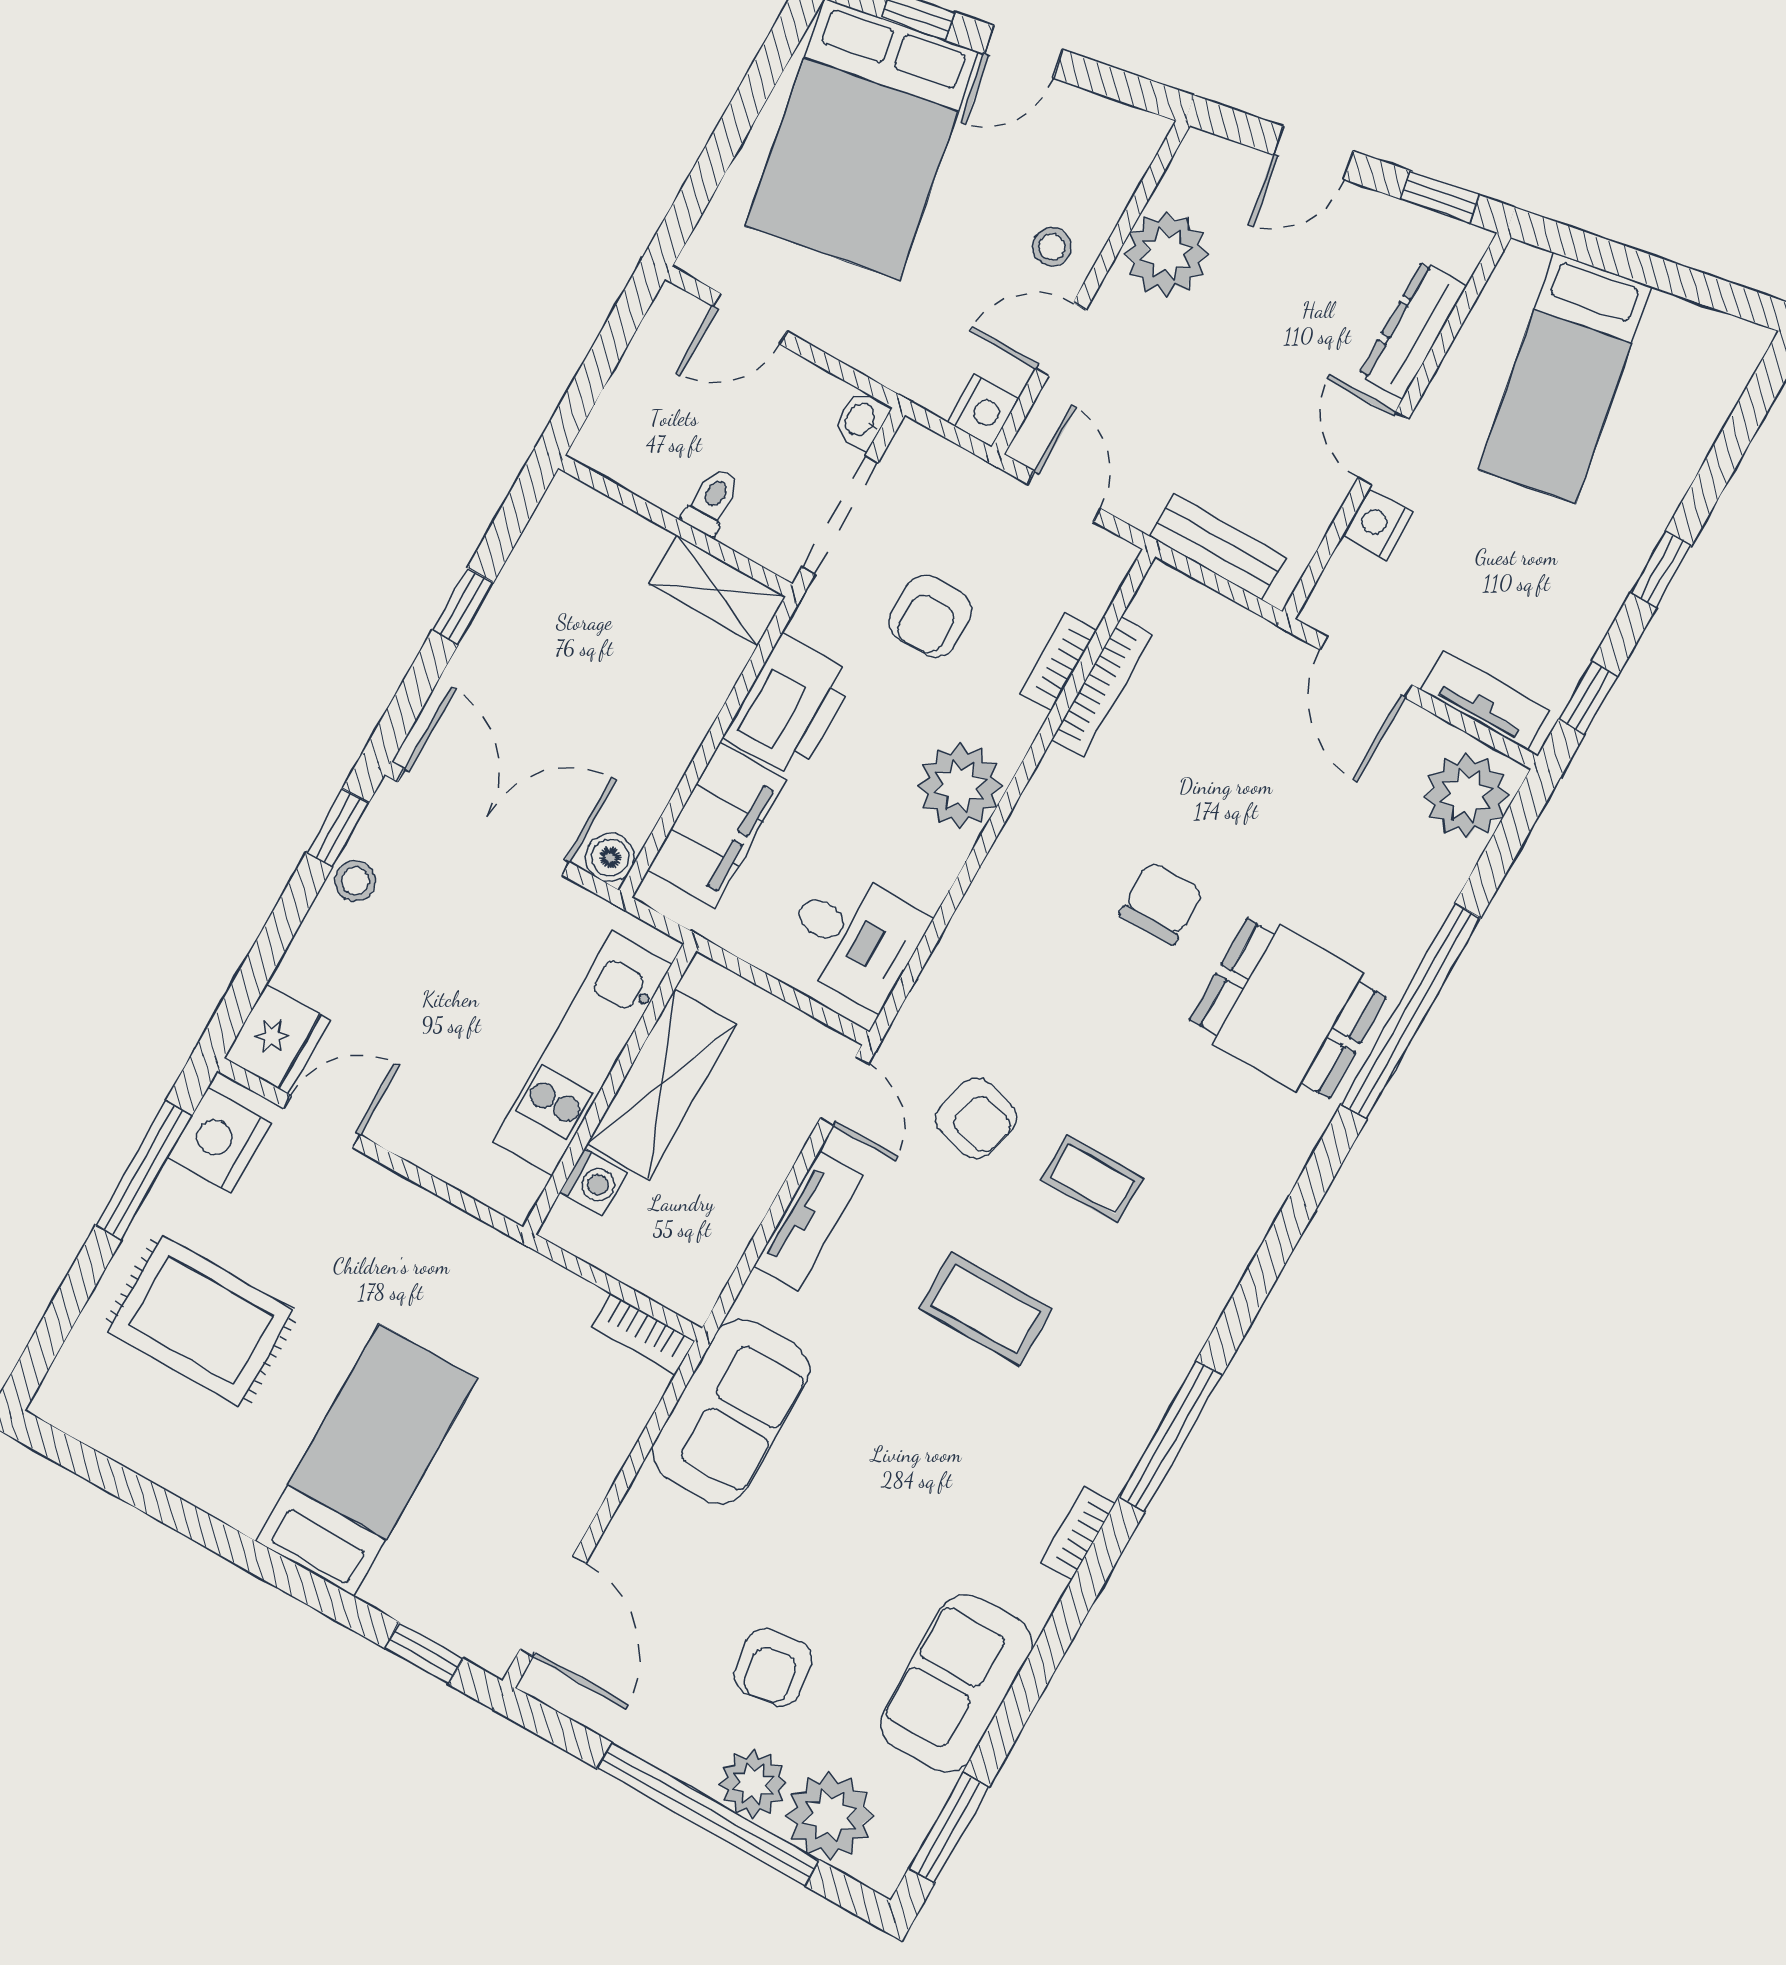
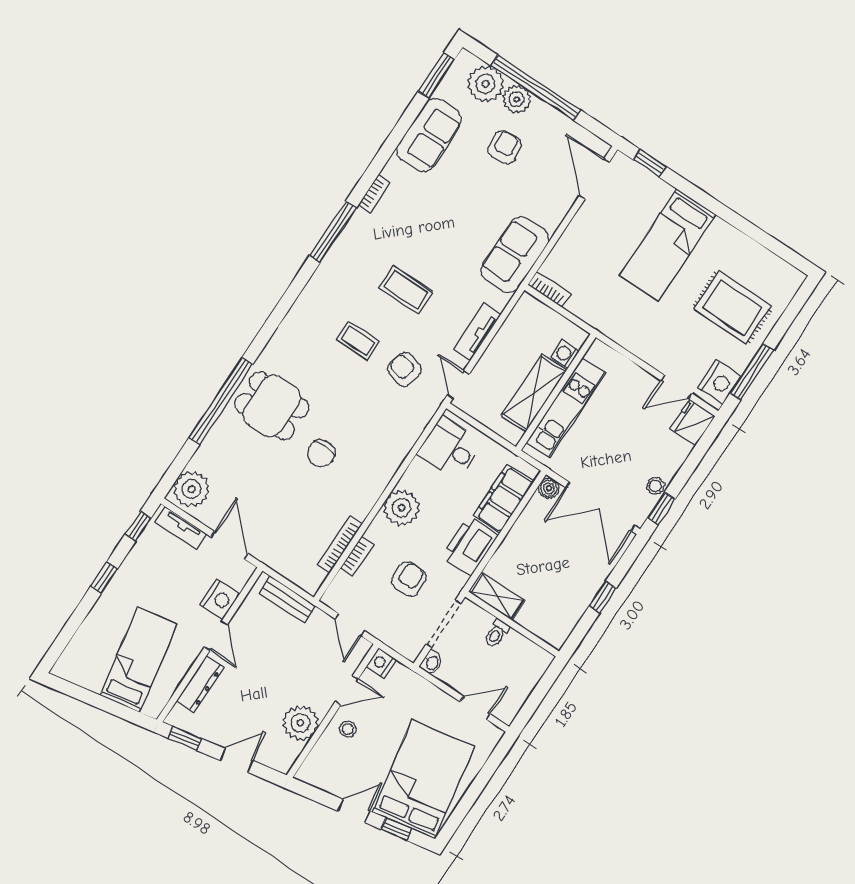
nightstand: (1378, 524) -> (220, 599), width x1.36, depth x1.33

